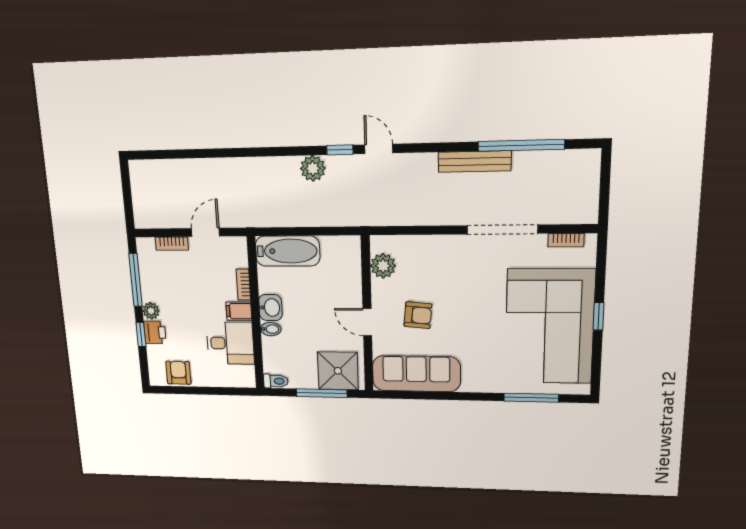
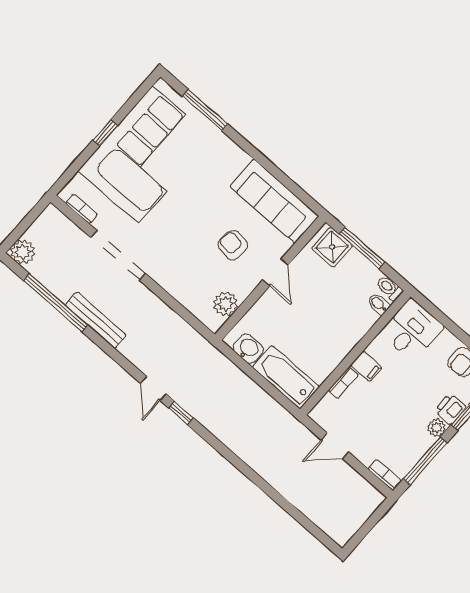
plant: (313, 168) -> (23, 252), moved
bookcase: (172, 244) -> (385, 475), moved
washbasin: (270, 308) -> (248, 349), moved, turned 90
bidet: (271, 329) -> (378, 304), moved
desk: (230, 343) -> (412, 330), moved, turned 90
shower: (338, 371) -> (332, 247), width x0.73, depth x0.73

